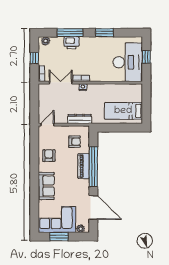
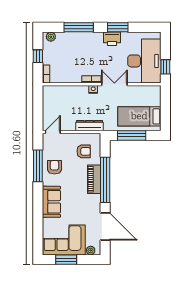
printer: (71, 43) -> (112, 39), moved
window: (146, 57) -> (165, 67), moved
double door: (61, 83) -> (114, 84), moved
window: (117, 128) -> (132, 135), added
window: (34, 154) -> (38, 166), added

